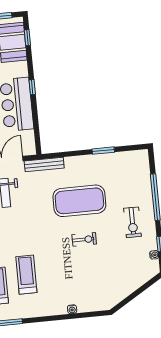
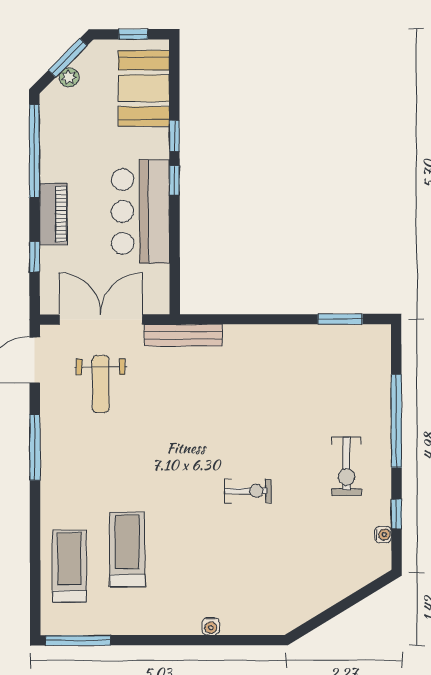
window: (27, 38) -> (174, 136), moved
window: (103, 151) -> (340, 319), moved
exercise mat: (79, 201) -> (246, 414), removed

